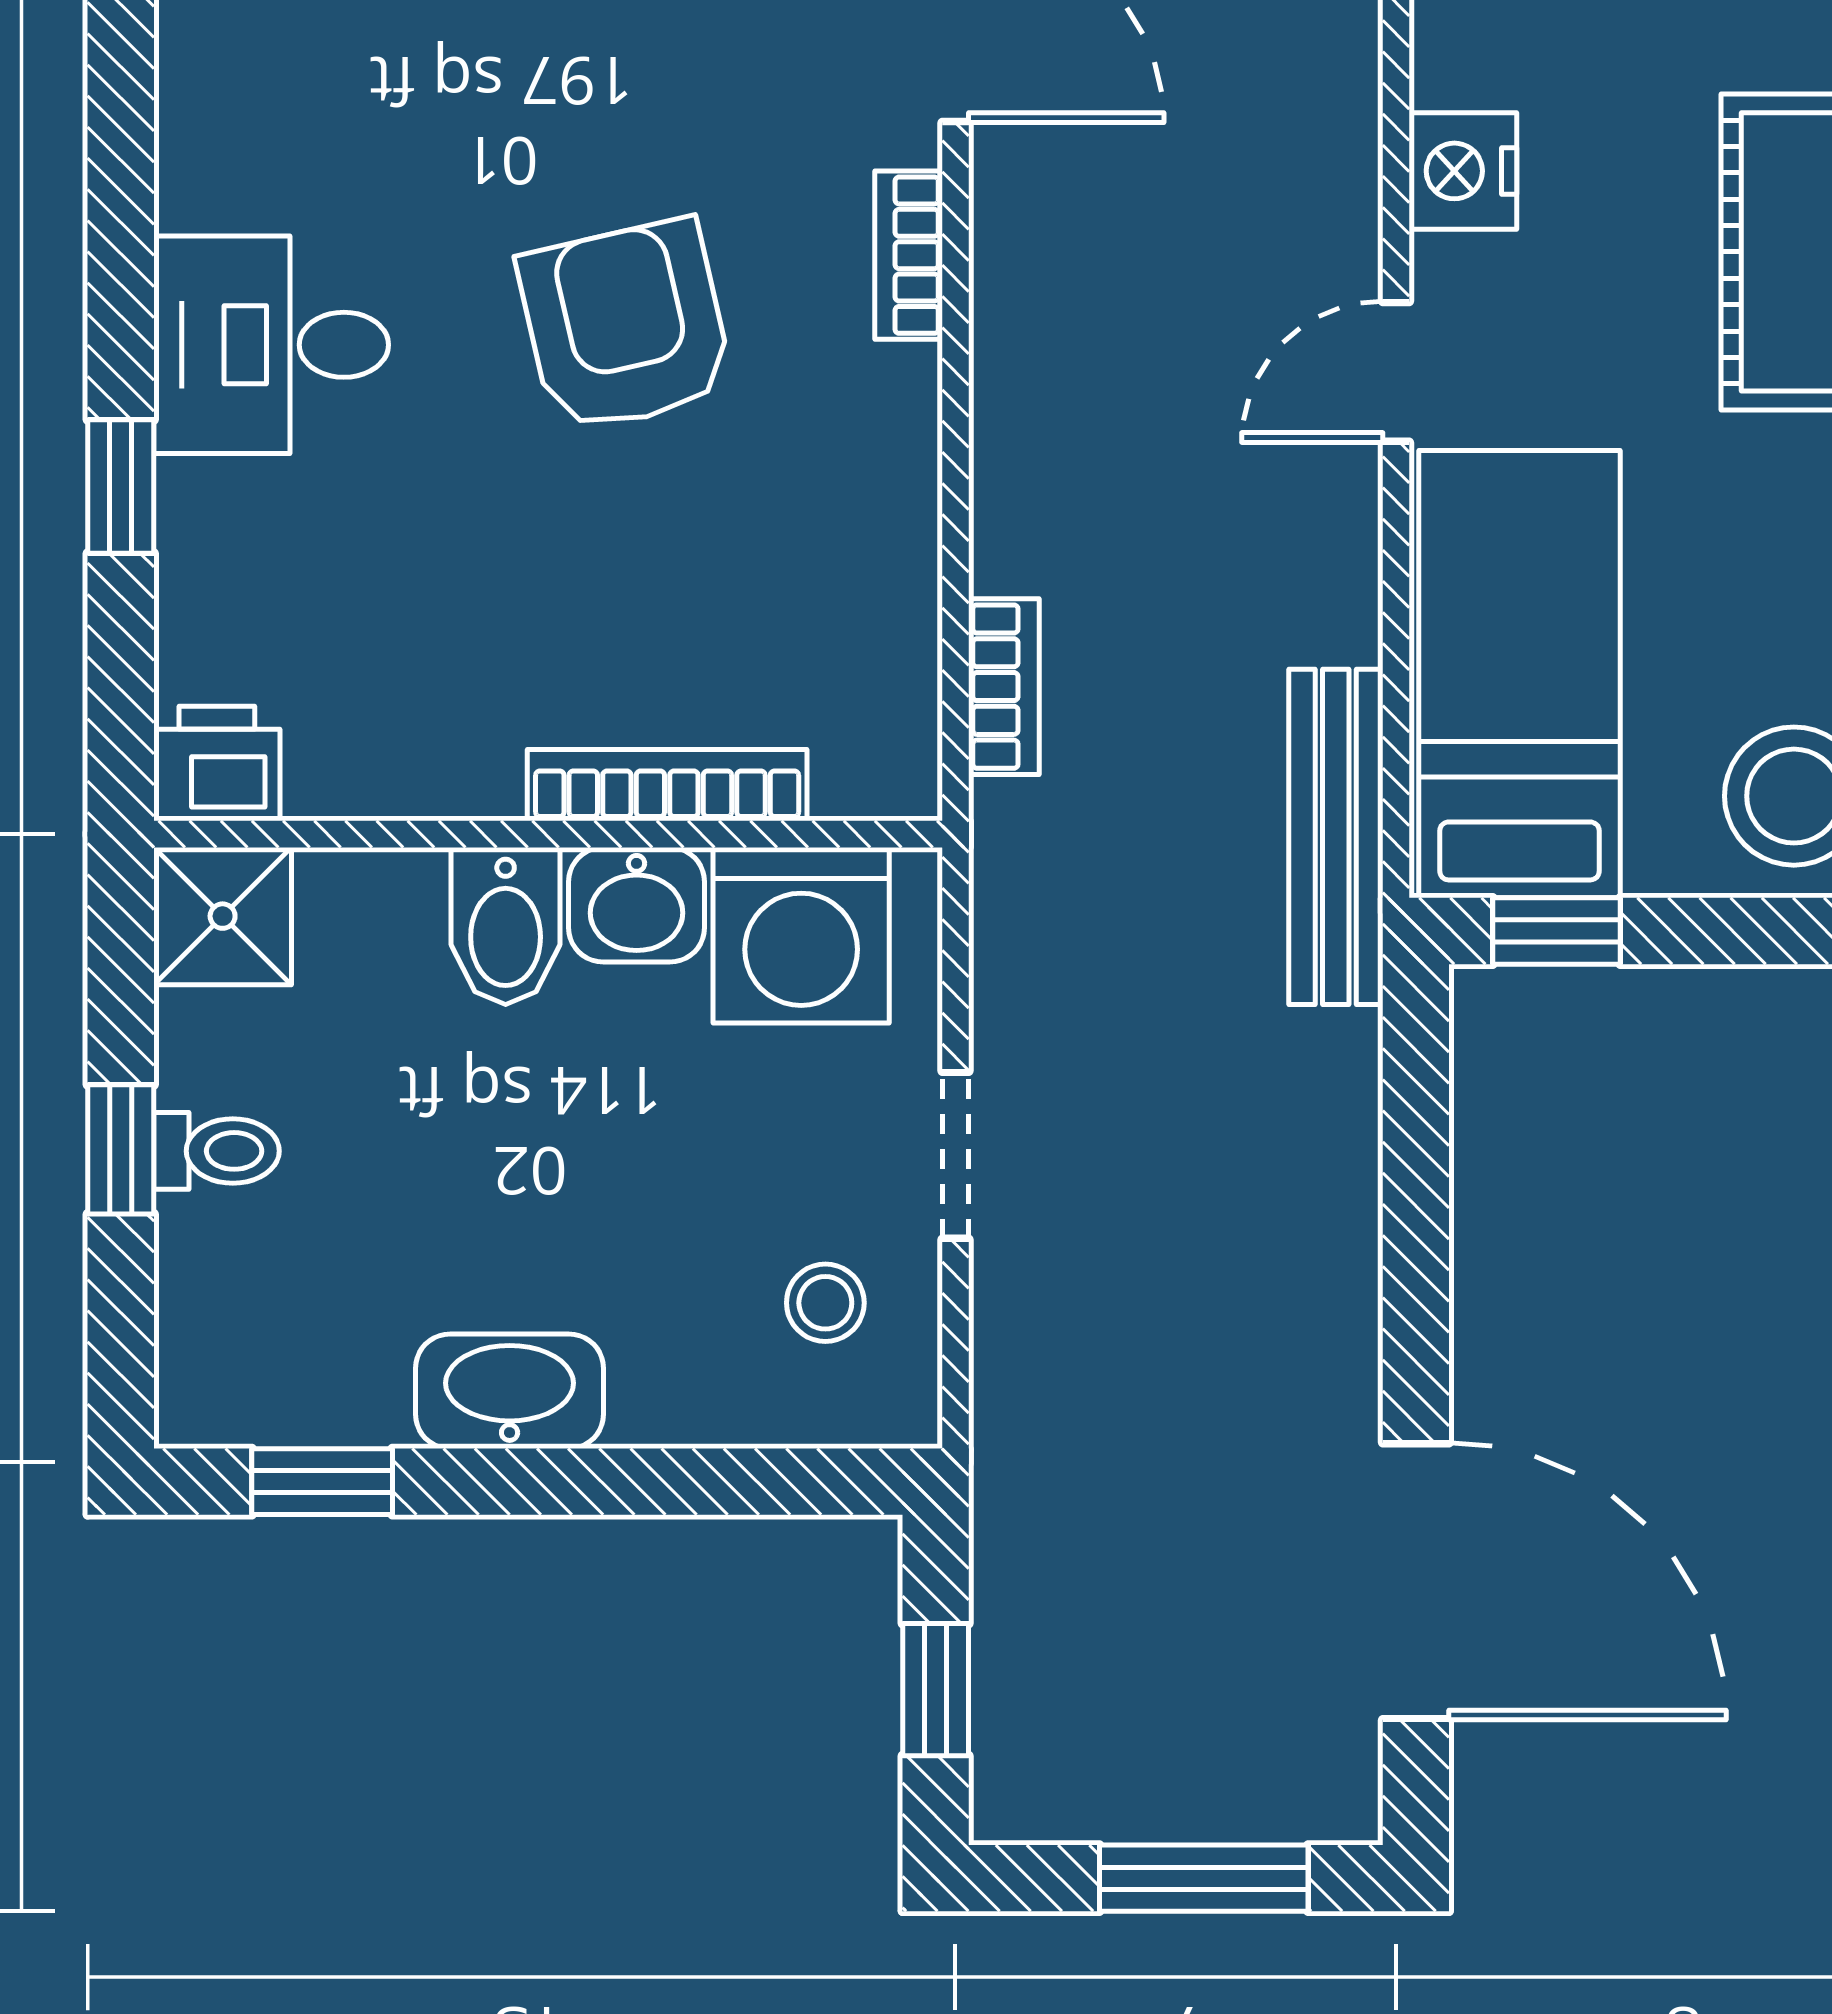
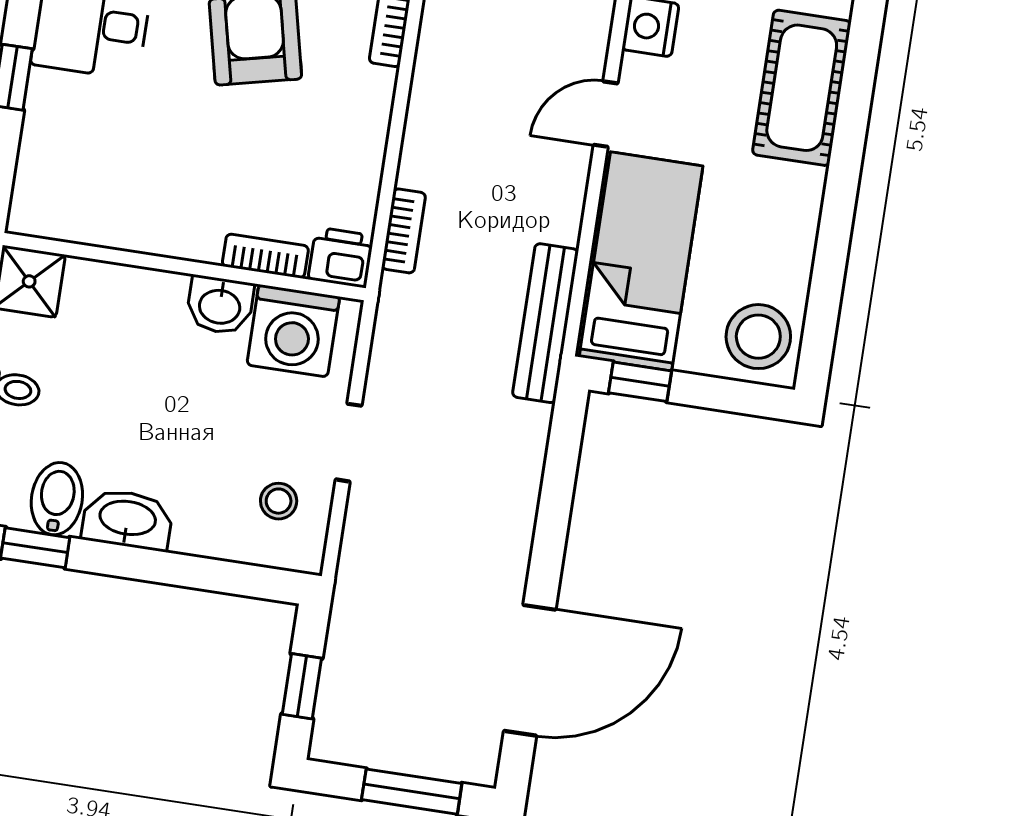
printer: (217, 764) -> (341, 257), moved
bookcase: (667, 785) -> (265, 256), width x0.64
bidet: (506, 926) -> (57, 499), moved, turned 180
door: (1416, 1581) -> (530, 670), hinge flipped

